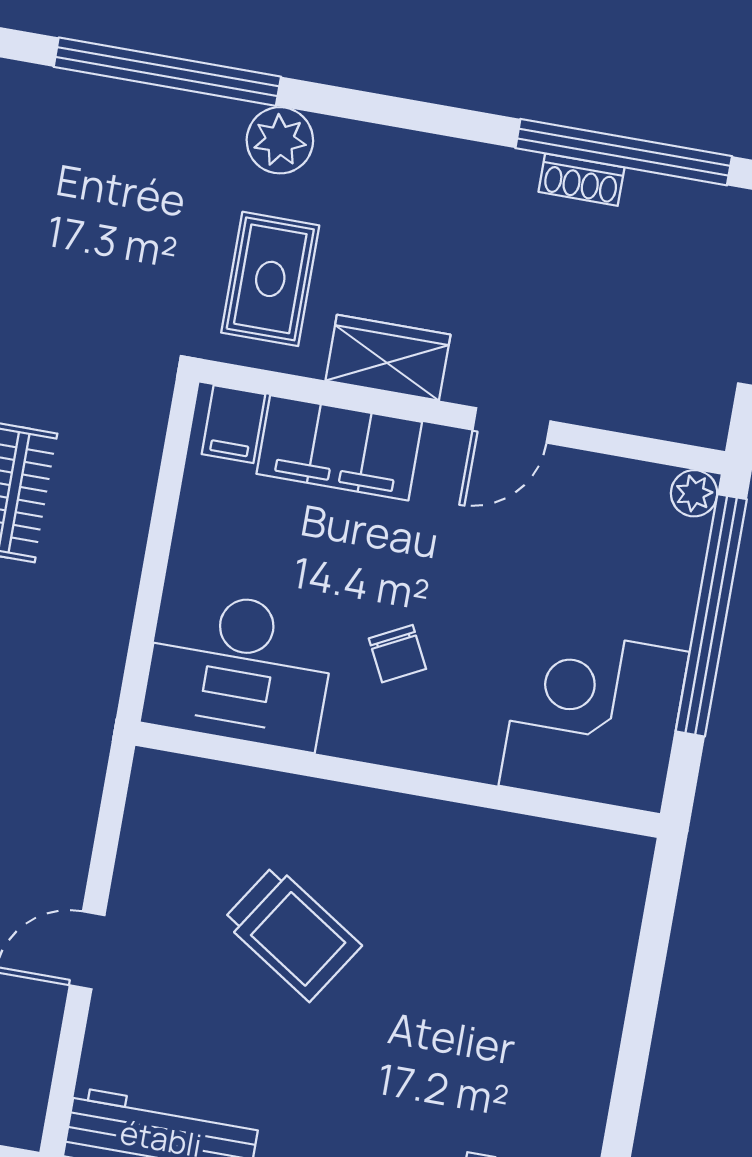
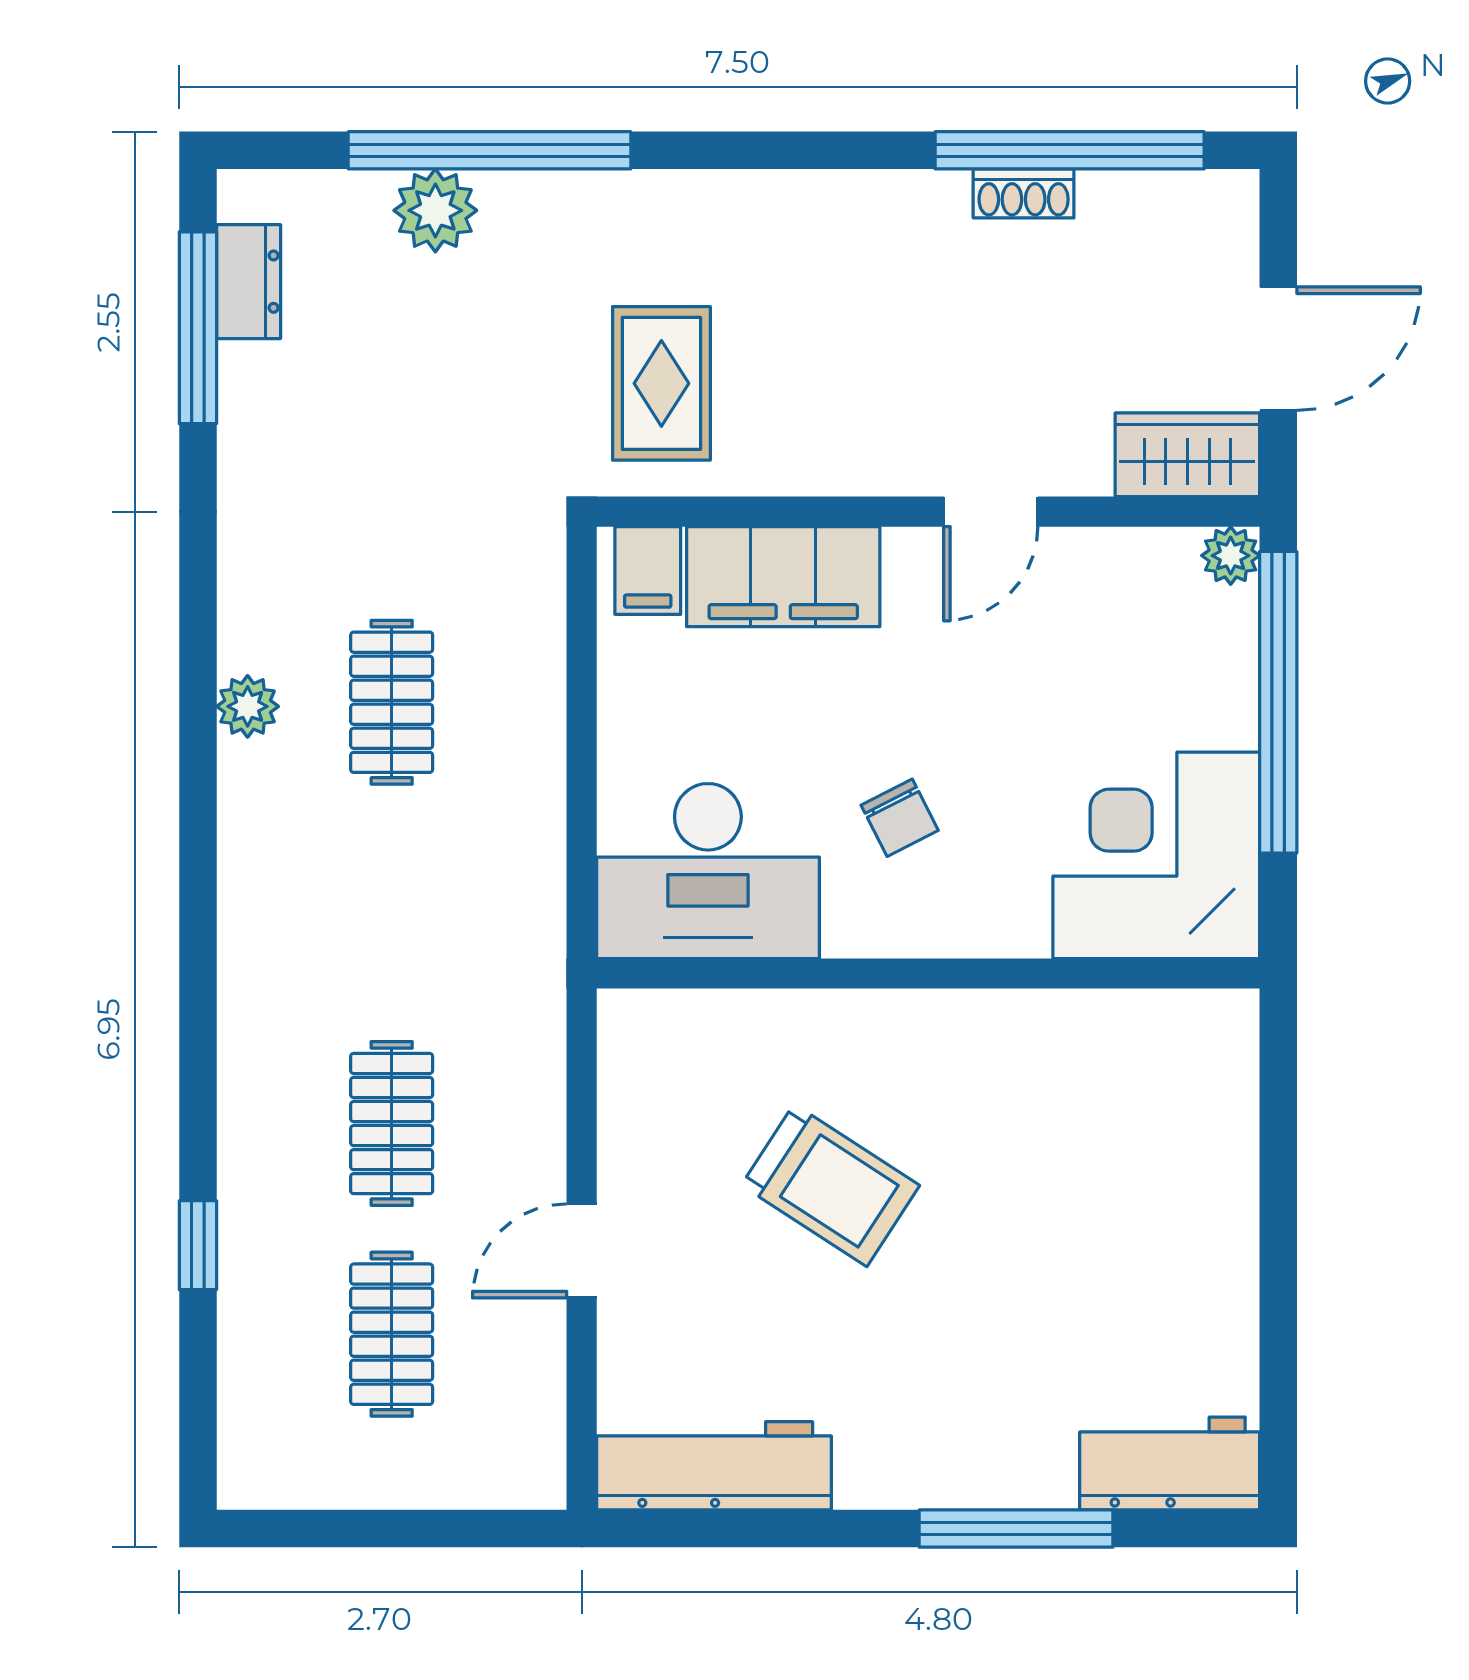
plant: (280, 140) -> (435, 210), moved
wardrobe: (388, 358) -> (1187, 455), moved

